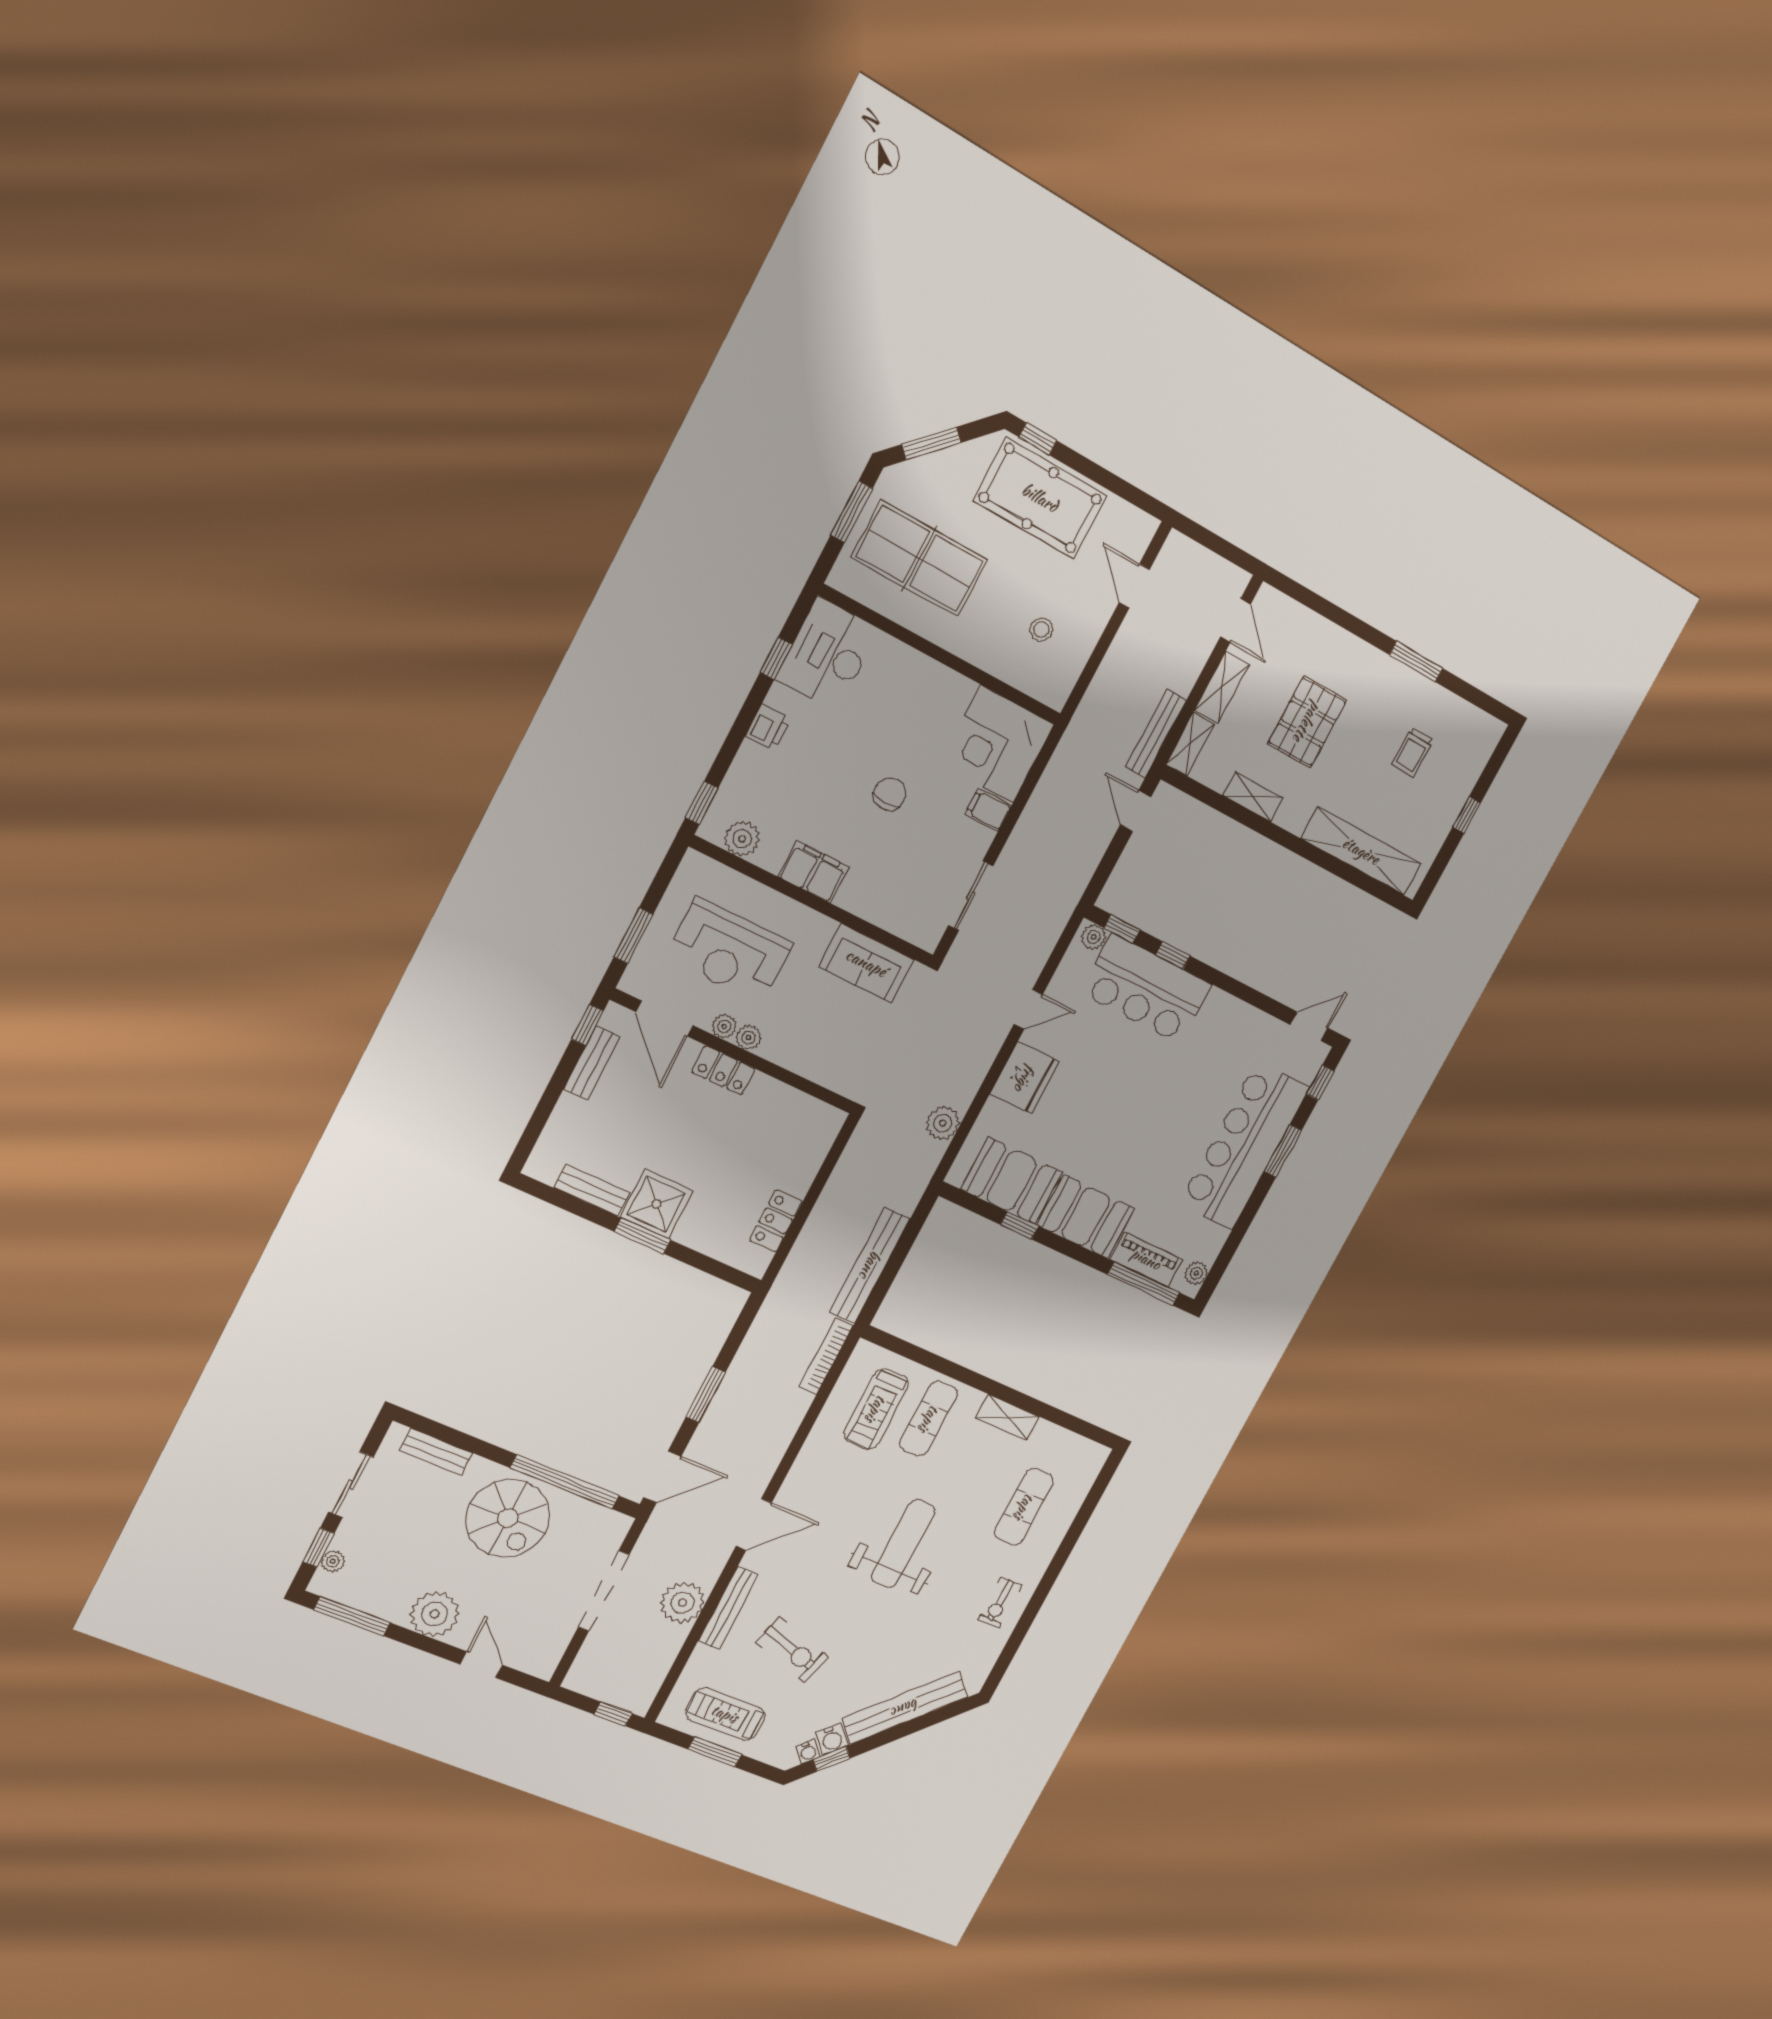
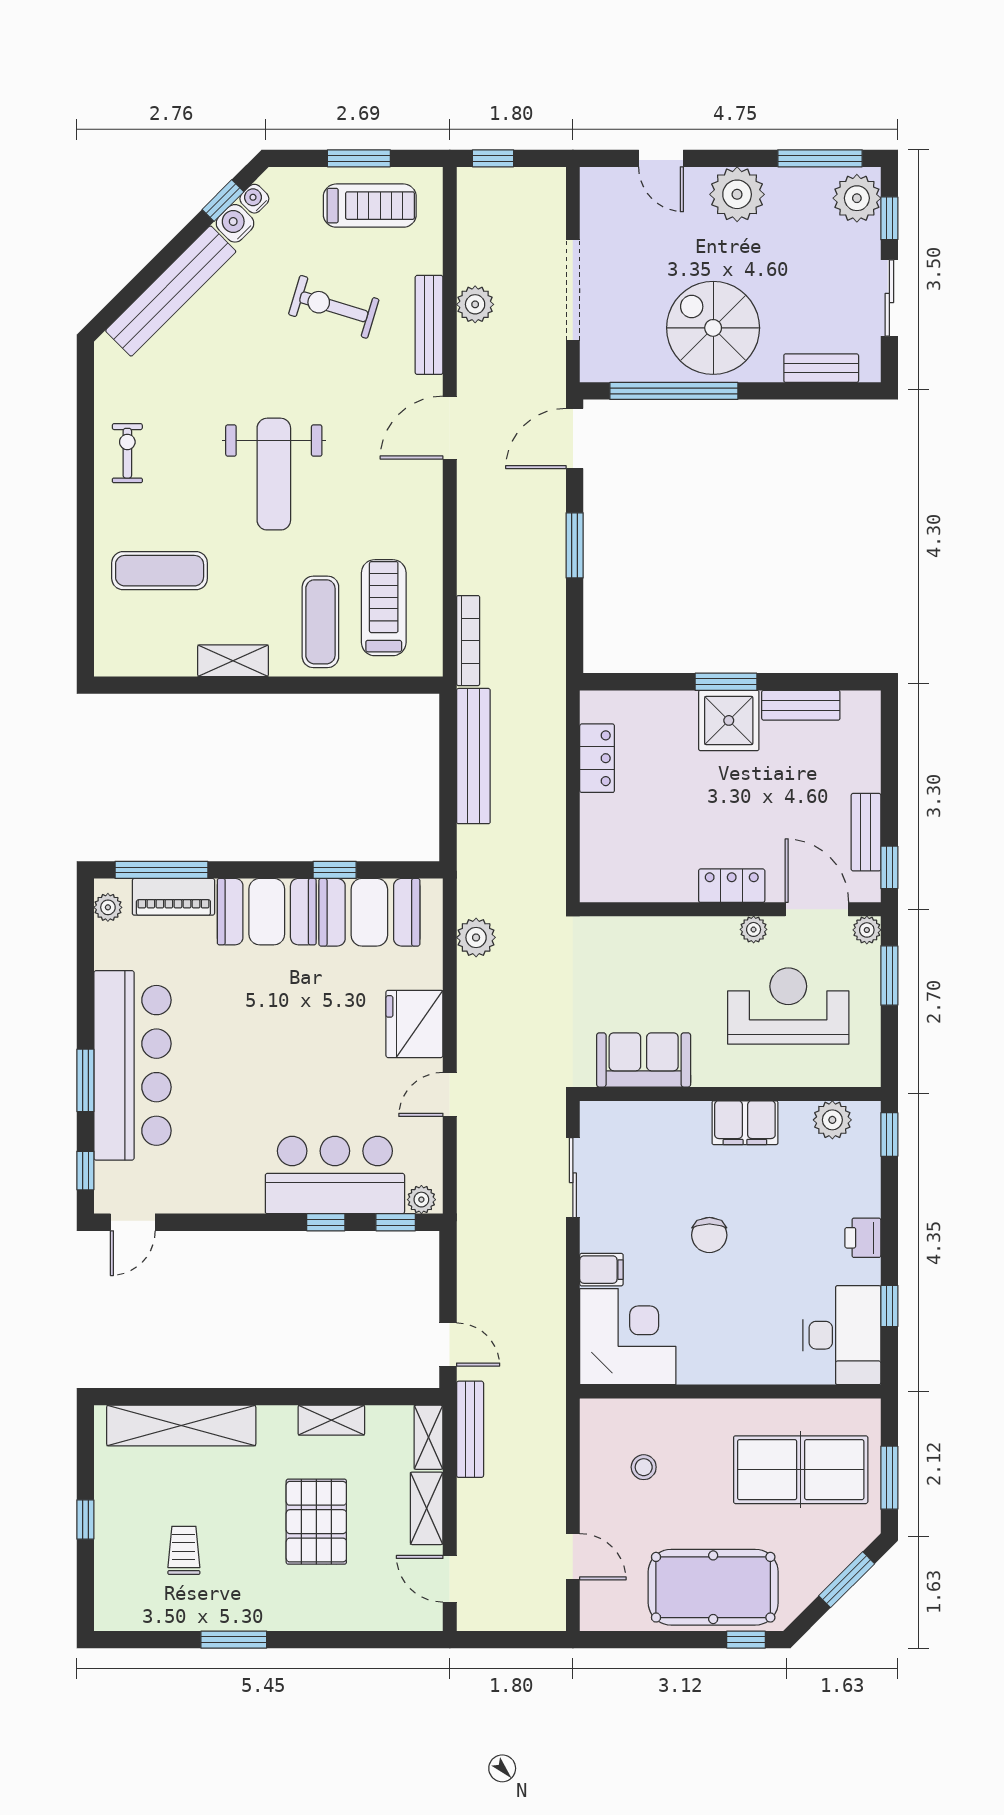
plant: (748, 1038) -> (867, 930), moved
exercise mat: (1024, 1507) -> (160, 571), turned 90
plant: (333, 1561) -> (857, 198), width x1.87, depth x1.87
plant: (682, 1603) -> (475, 304), width x0.73, depth x0.73

